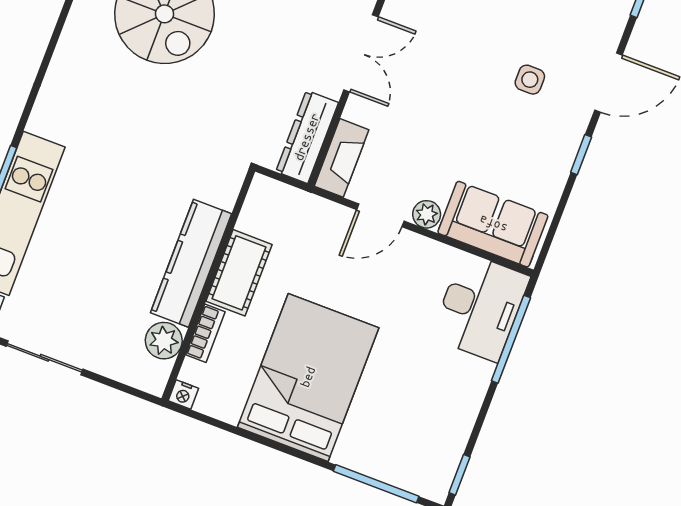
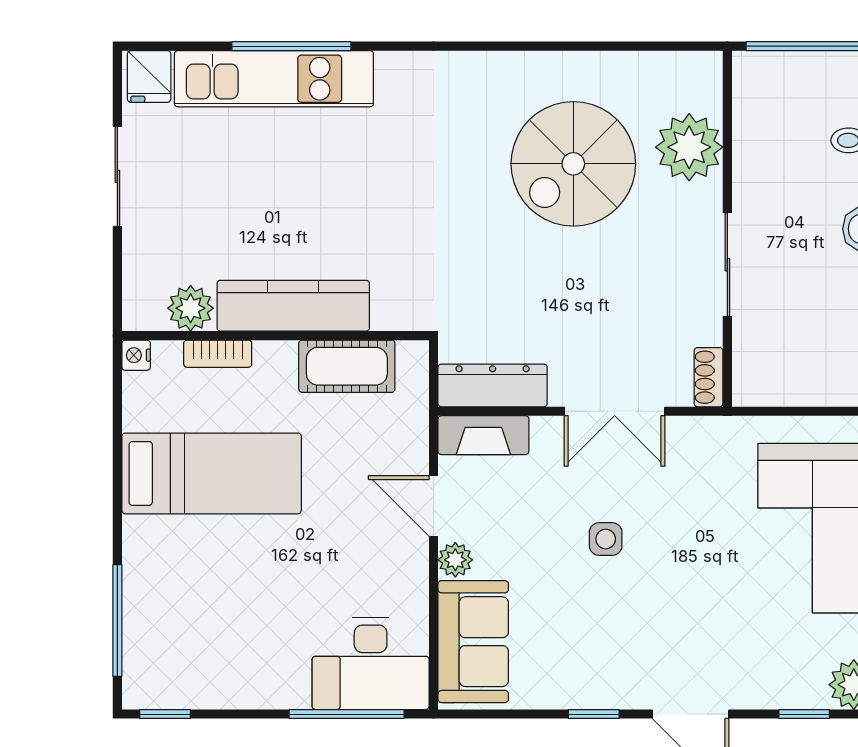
side table: (530, 80) -> (606, 539), moved
cot: (239, 273) -> (347, 366), moved
bed: (308, 377) -> (212, 473), width x0.67

